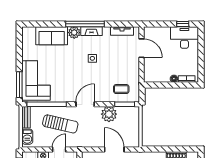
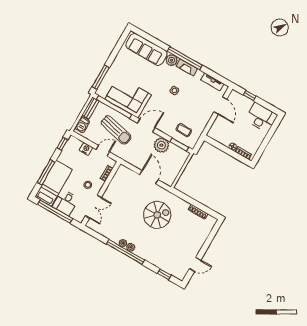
window: (183, 24) -> (250, 96), moved
sofa: (52, 36) -> (146, 49), width x1.36
corner sofa: (36, 80) -> (128, 97), moved, turned -90

